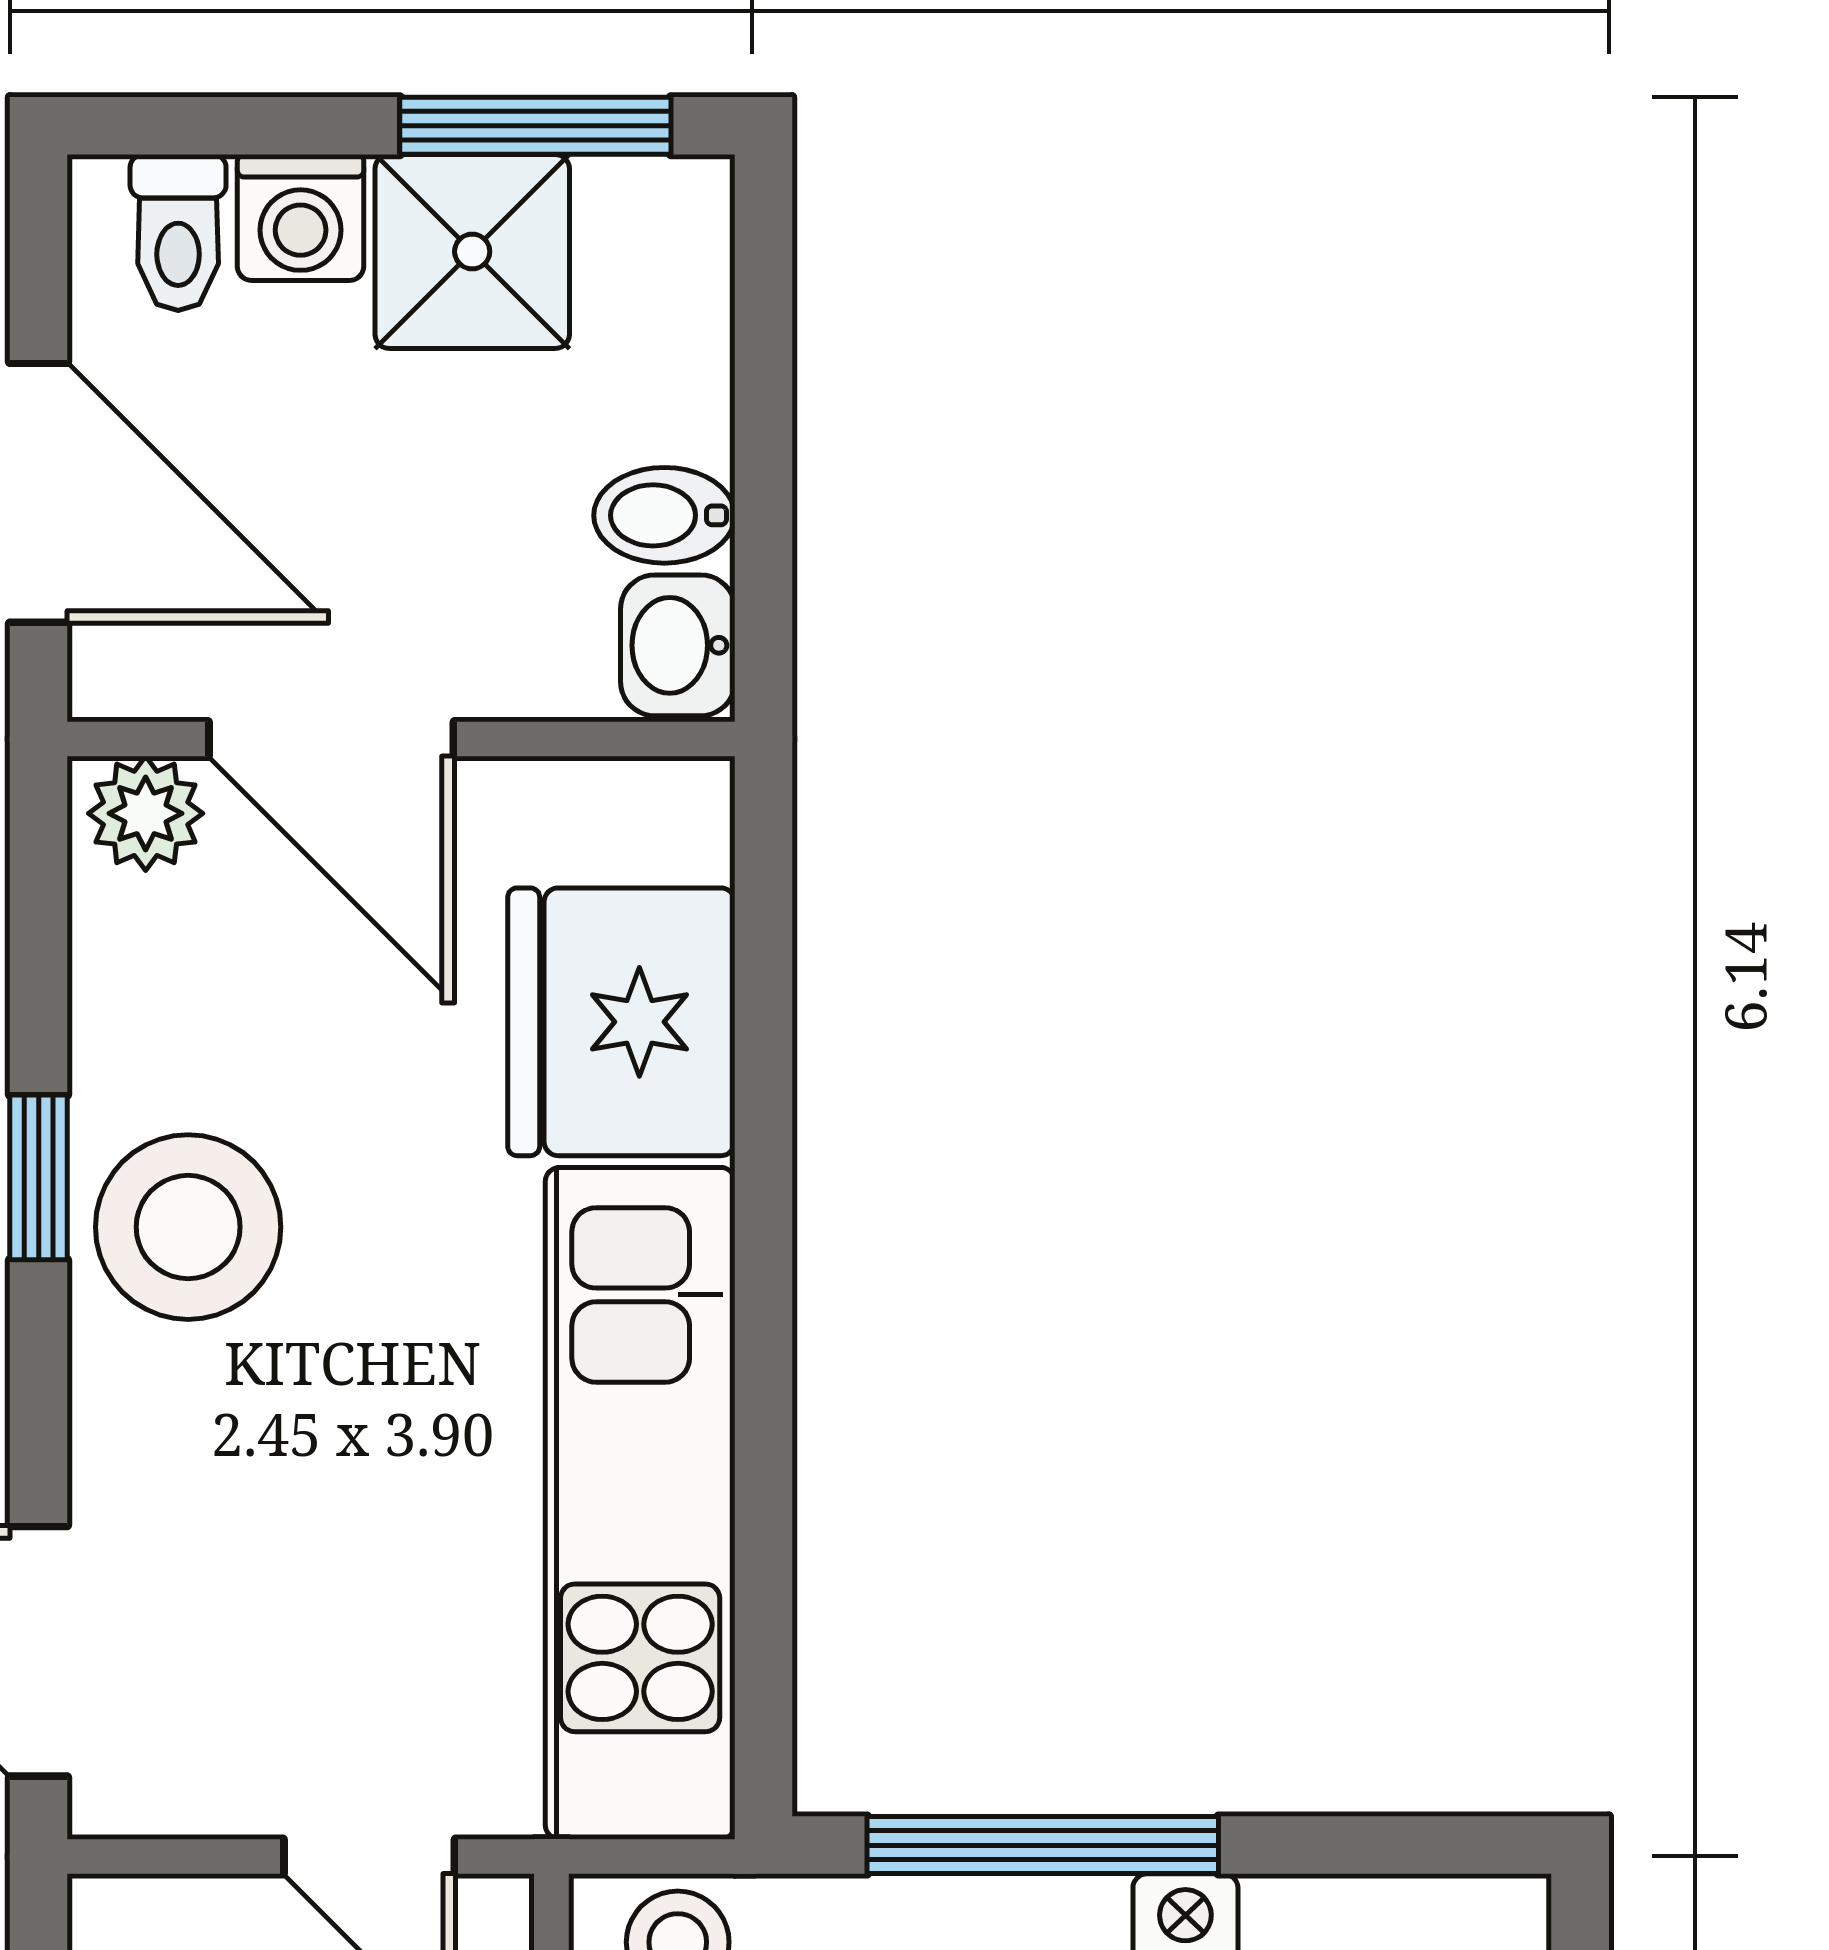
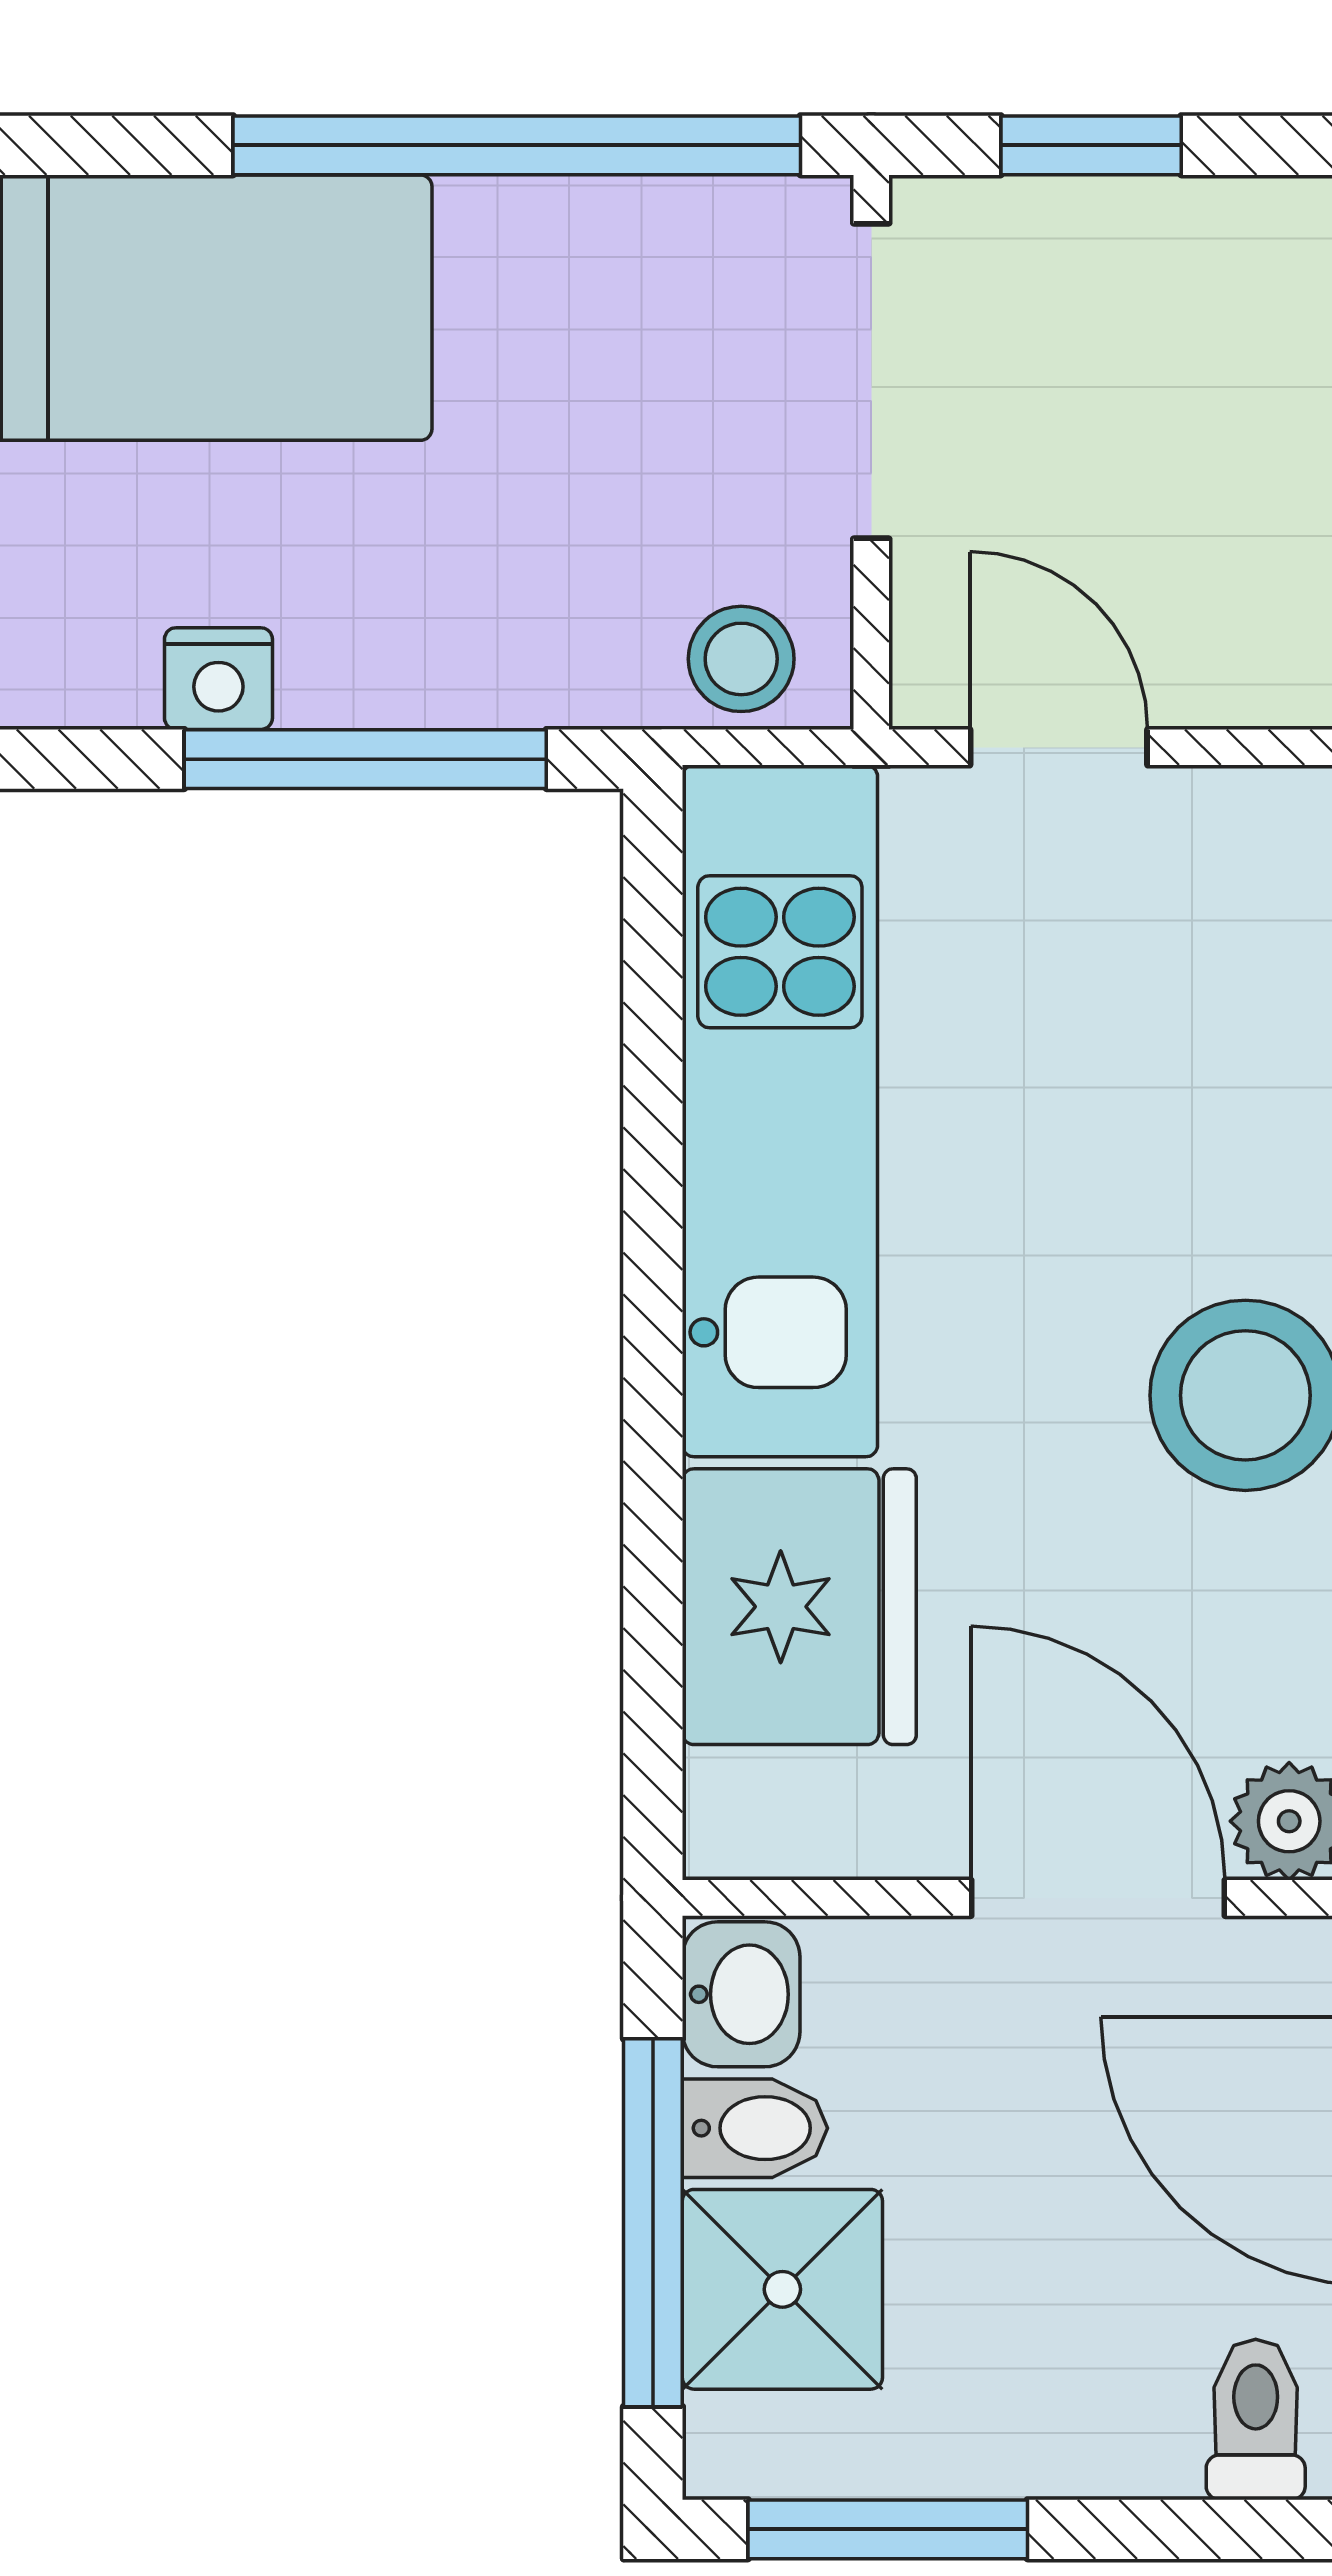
washing machine: (301, 218) -> (1130, 2435), removed
shower: (472, 252) -> (782, 2289), moved
window: (763, 423) -> (653, 2223), added

